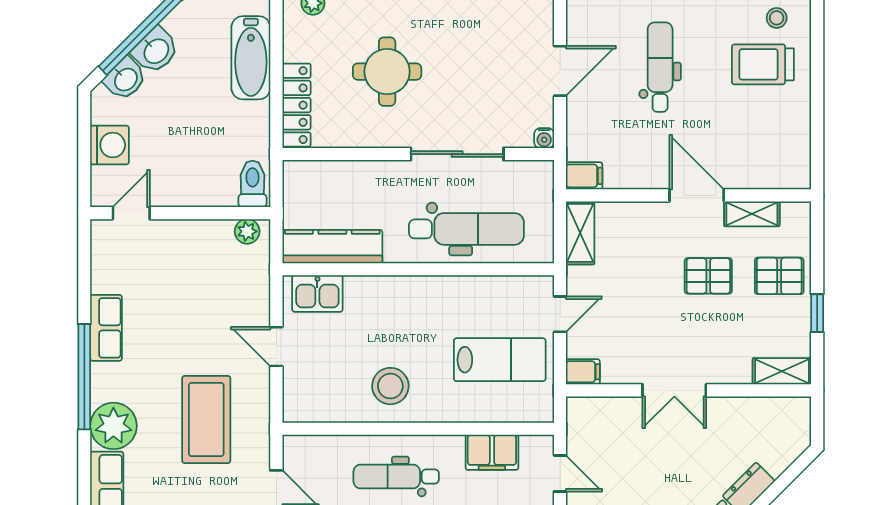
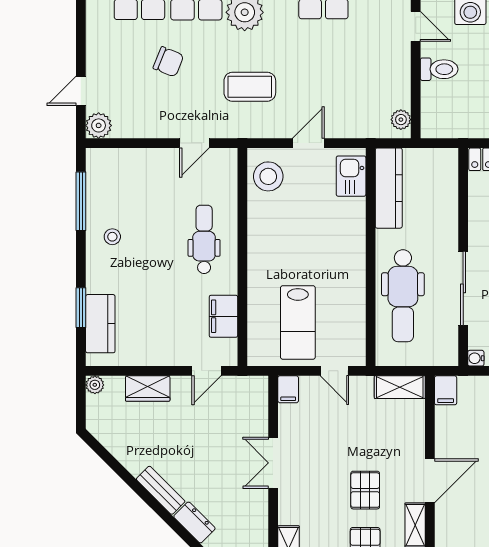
toilet: (252, 184) -> (439, 69), moved
stool: (390, 386) -> (268, 176), moved
coffee table: (206, 420) -> (250, 87), width x0.73, depth x0.76

